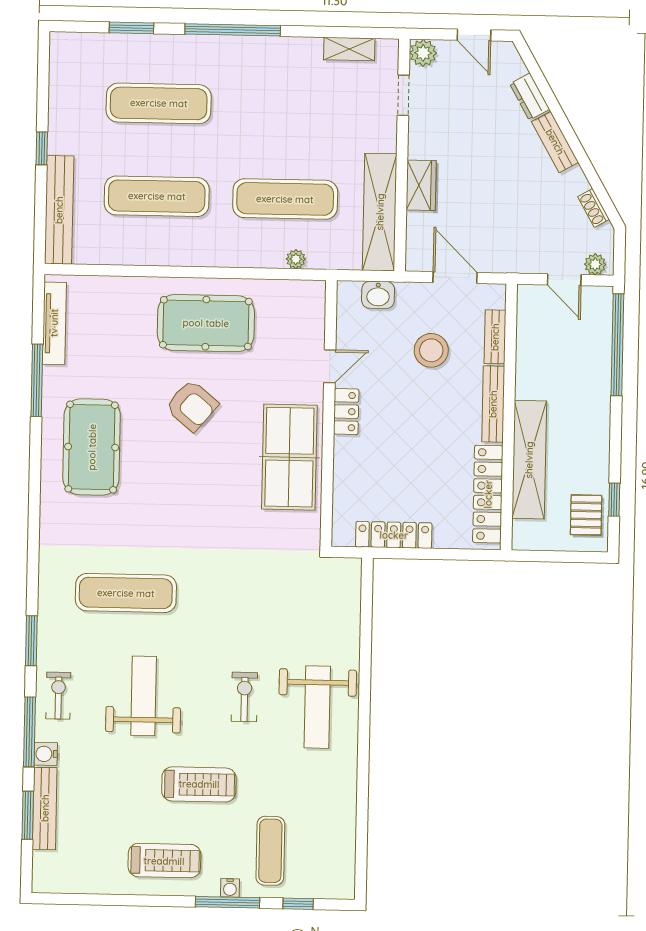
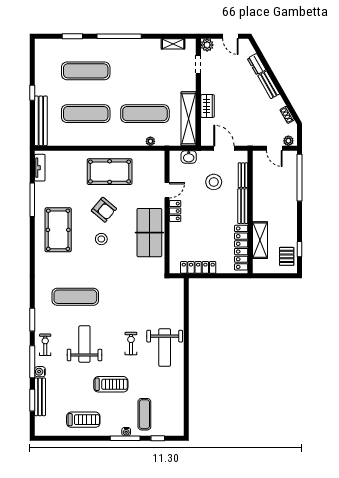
tv unit: (54, 323) -> (40, 168), width x0.71
shelving: (529, 460) -> (260, 240), width x0.68
stool: (185, 469) -> (101, 239), added
treadmill: (164, 861) -> (83, 420), moved

